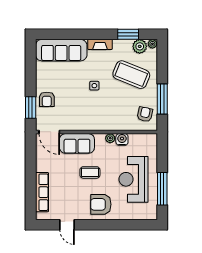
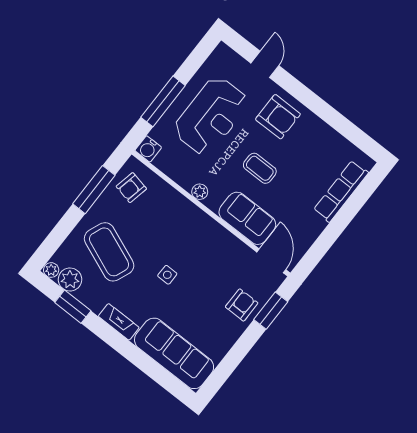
water cooler: (122, 139) -> (148, 149), moved
window: (162, 189) -> (163, 101), moved
door: (67, 225) -> (265, 64), moved

